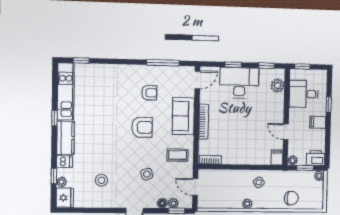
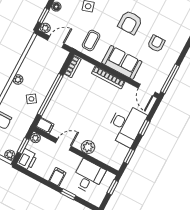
window: (163, 63) -> (170, 79), moved
plant: (278, 85) -> (88, 147), moved
armchair: (149, 93) -> (156, 44), turned 180
window: (246, 167) -> (50, 95), added
plant: (173, 203) -> (45, 28), moved

